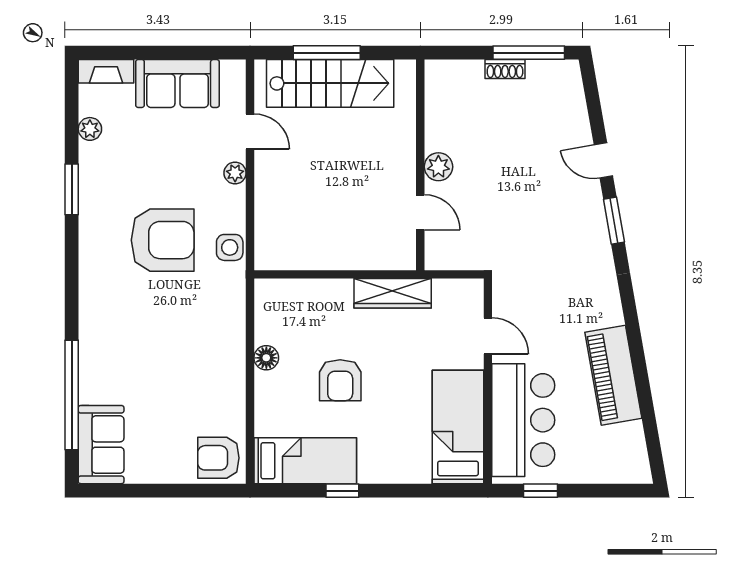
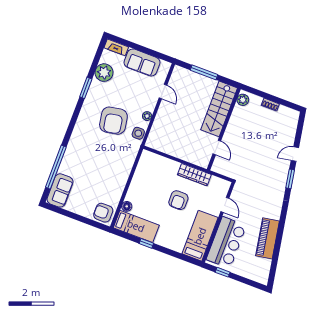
window: (529, 53) -> (282, 102), removed
stairs: (330, 83) -> (219, 109), moved, turned 90
plant: (90, 129) -> (104, 73), width x1.87, depth x1.87
door: (603, 160) -> (295, 154), hinge flipped
plant: (438, 167) -> (243, 100), moved
plant: (235, 173) -> (147, 116), moved
armchair: (163, 240) -> (113, 121), turned 80
floor lamp: (266, 358) -> (127, 206), moved
armchair: (340, 380) -> (178, 200), moved

